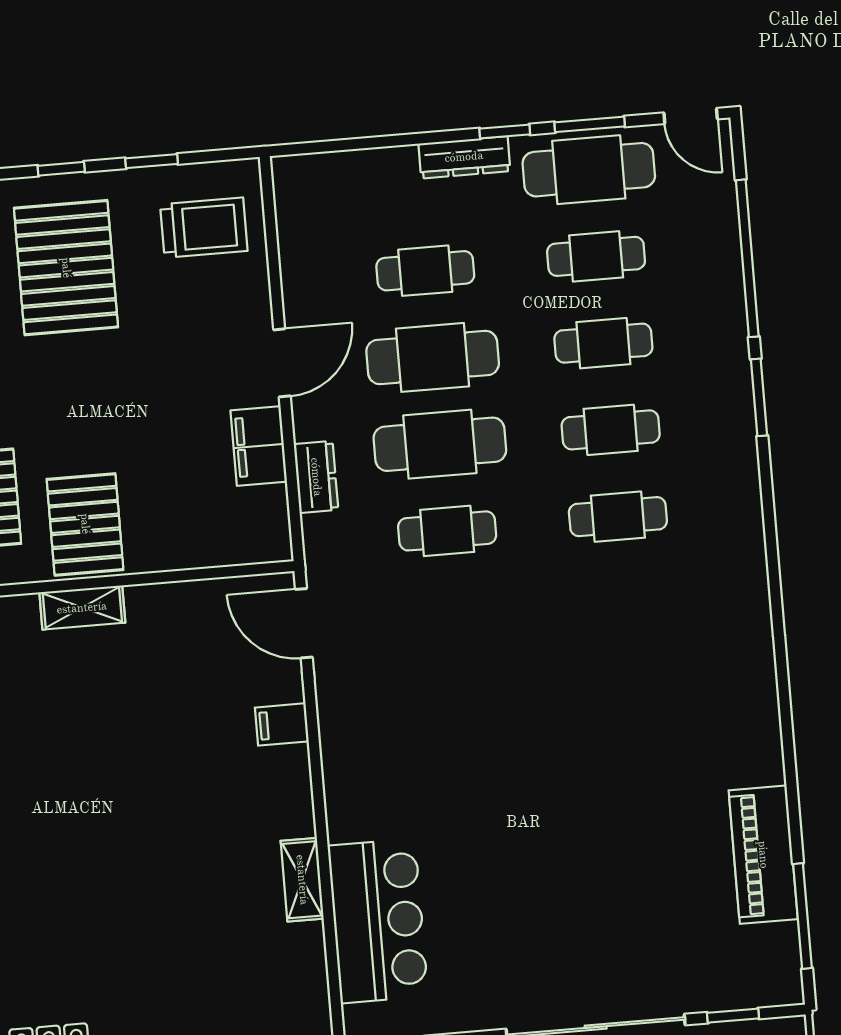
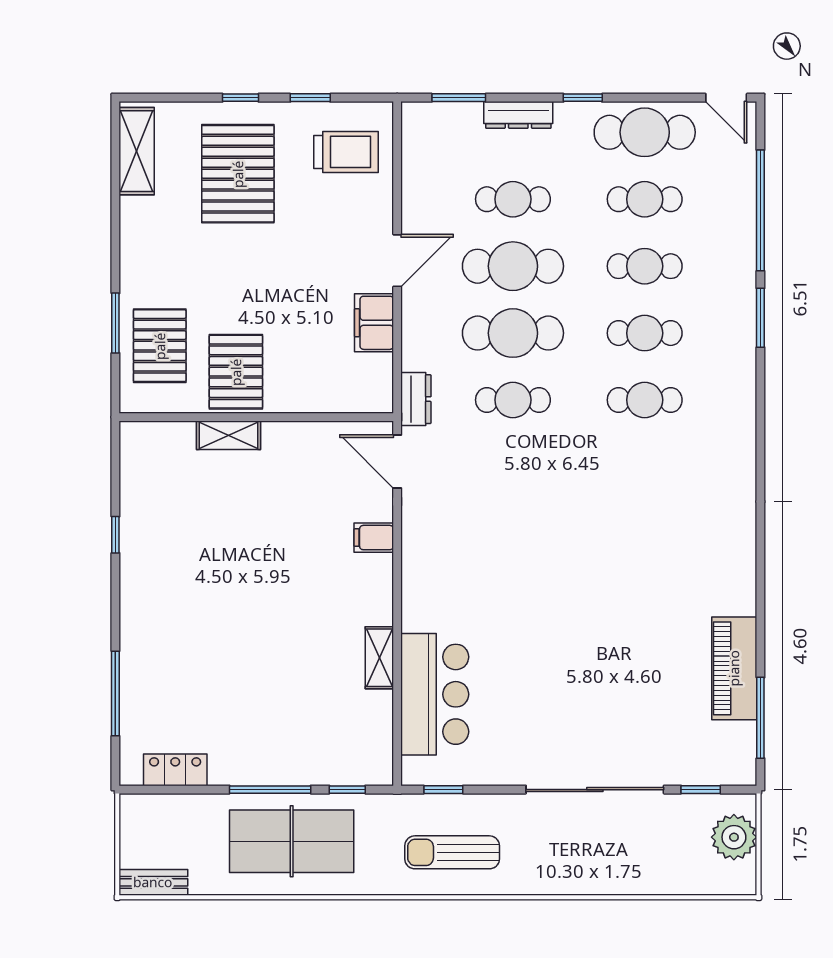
window: (590, 124) -> (459, 98), moved
dresser: (464, 157) -> (518, 115), moved
dresser: (316, 477) -> (416, 399), moved

